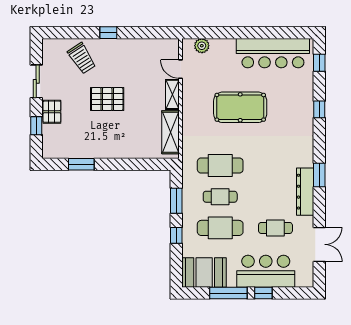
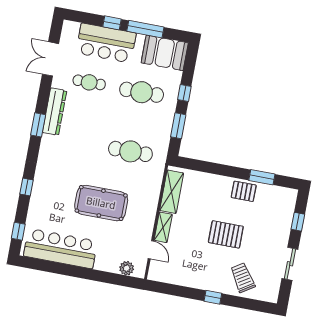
pallet: (52, 112) -> (244, 191), moved, turned 90
cafe table: (220, 197) -> (136, 122), removed

